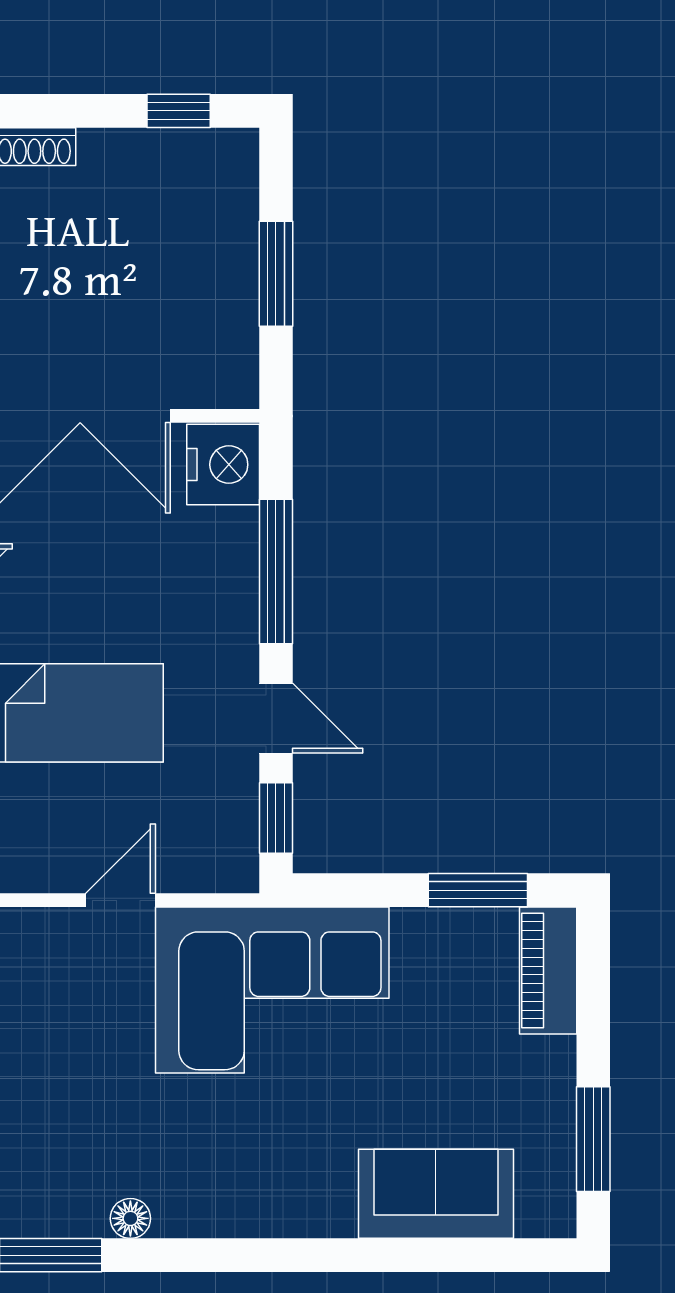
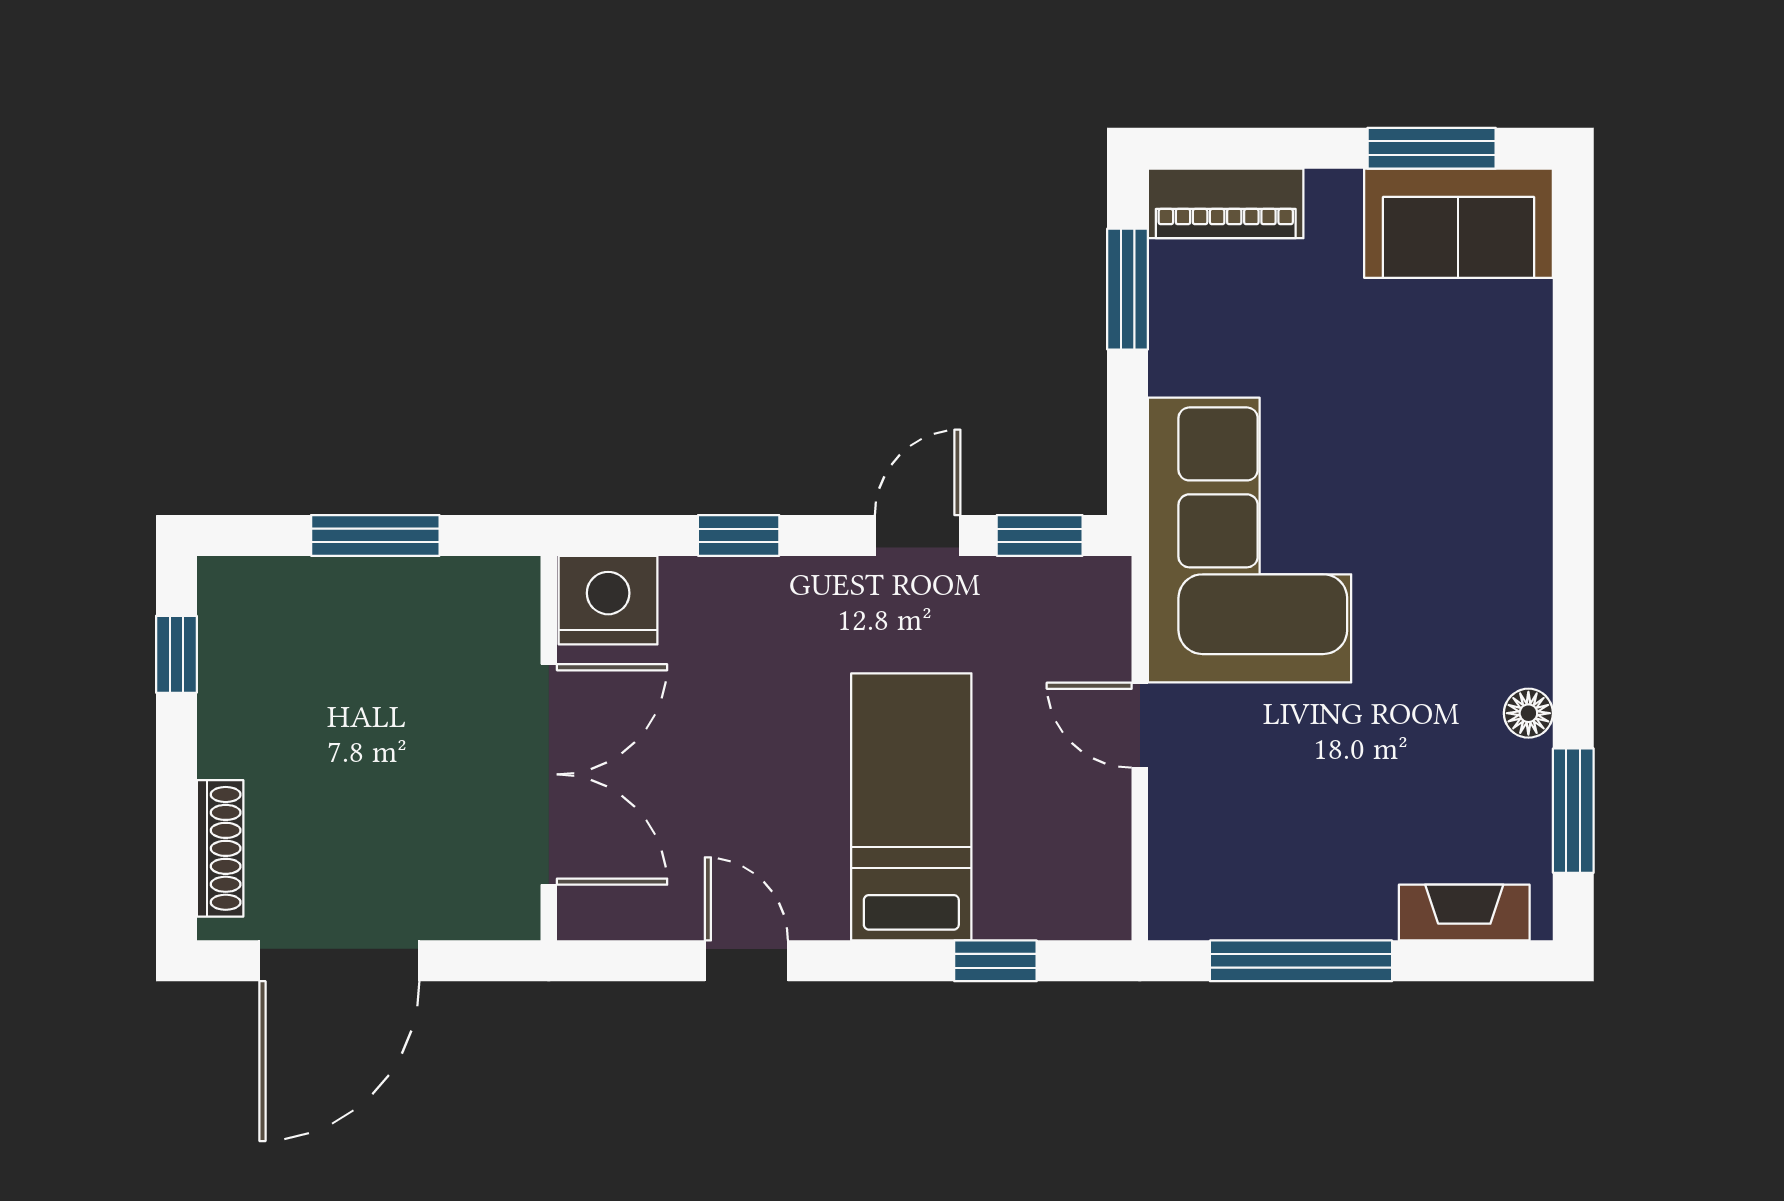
window: (276, 571) -> (739, 535), width x0.46
sofa: (436, 1194) -> (1458, 223), moved, turned -90

